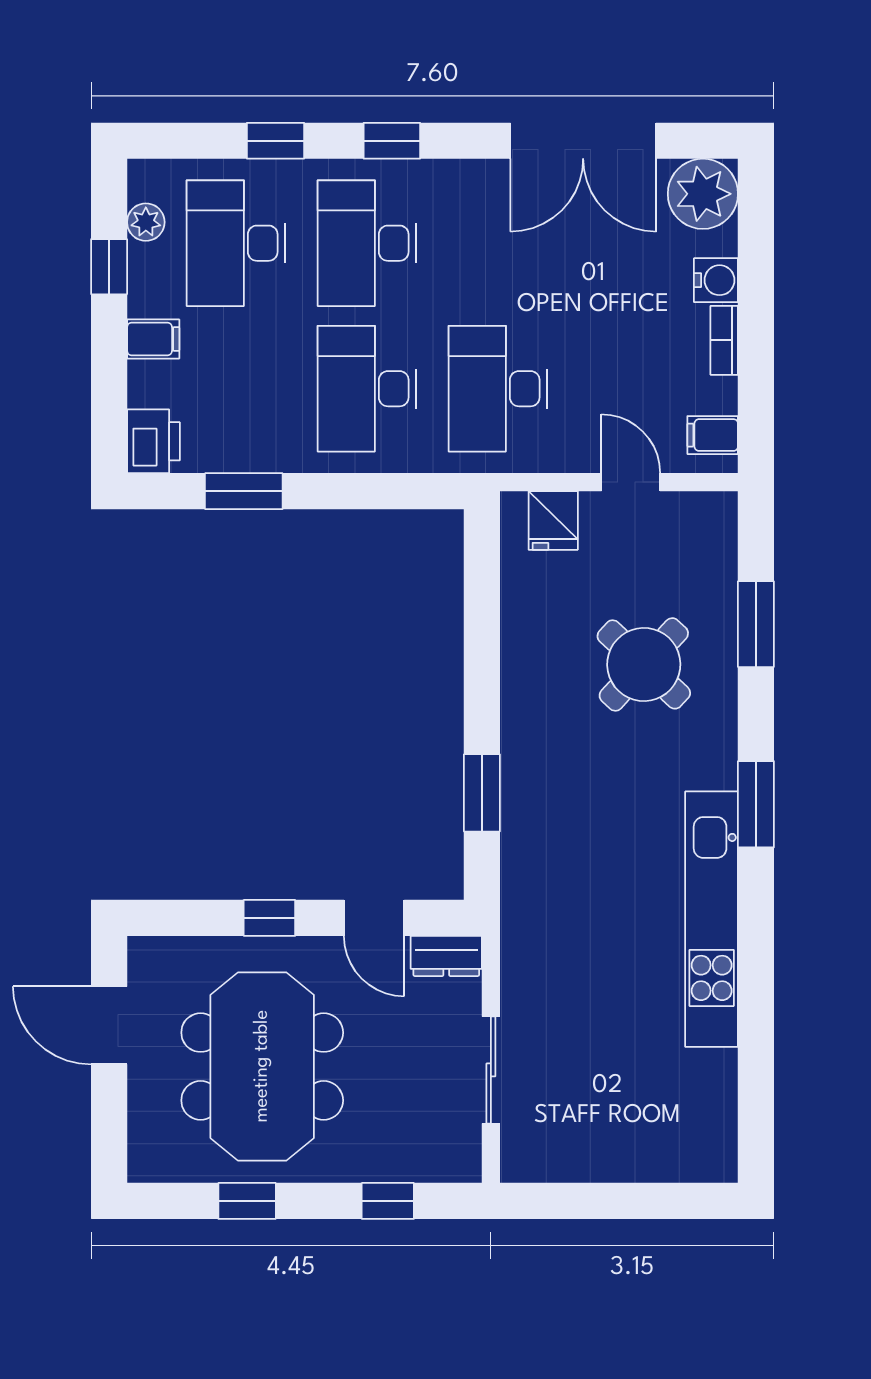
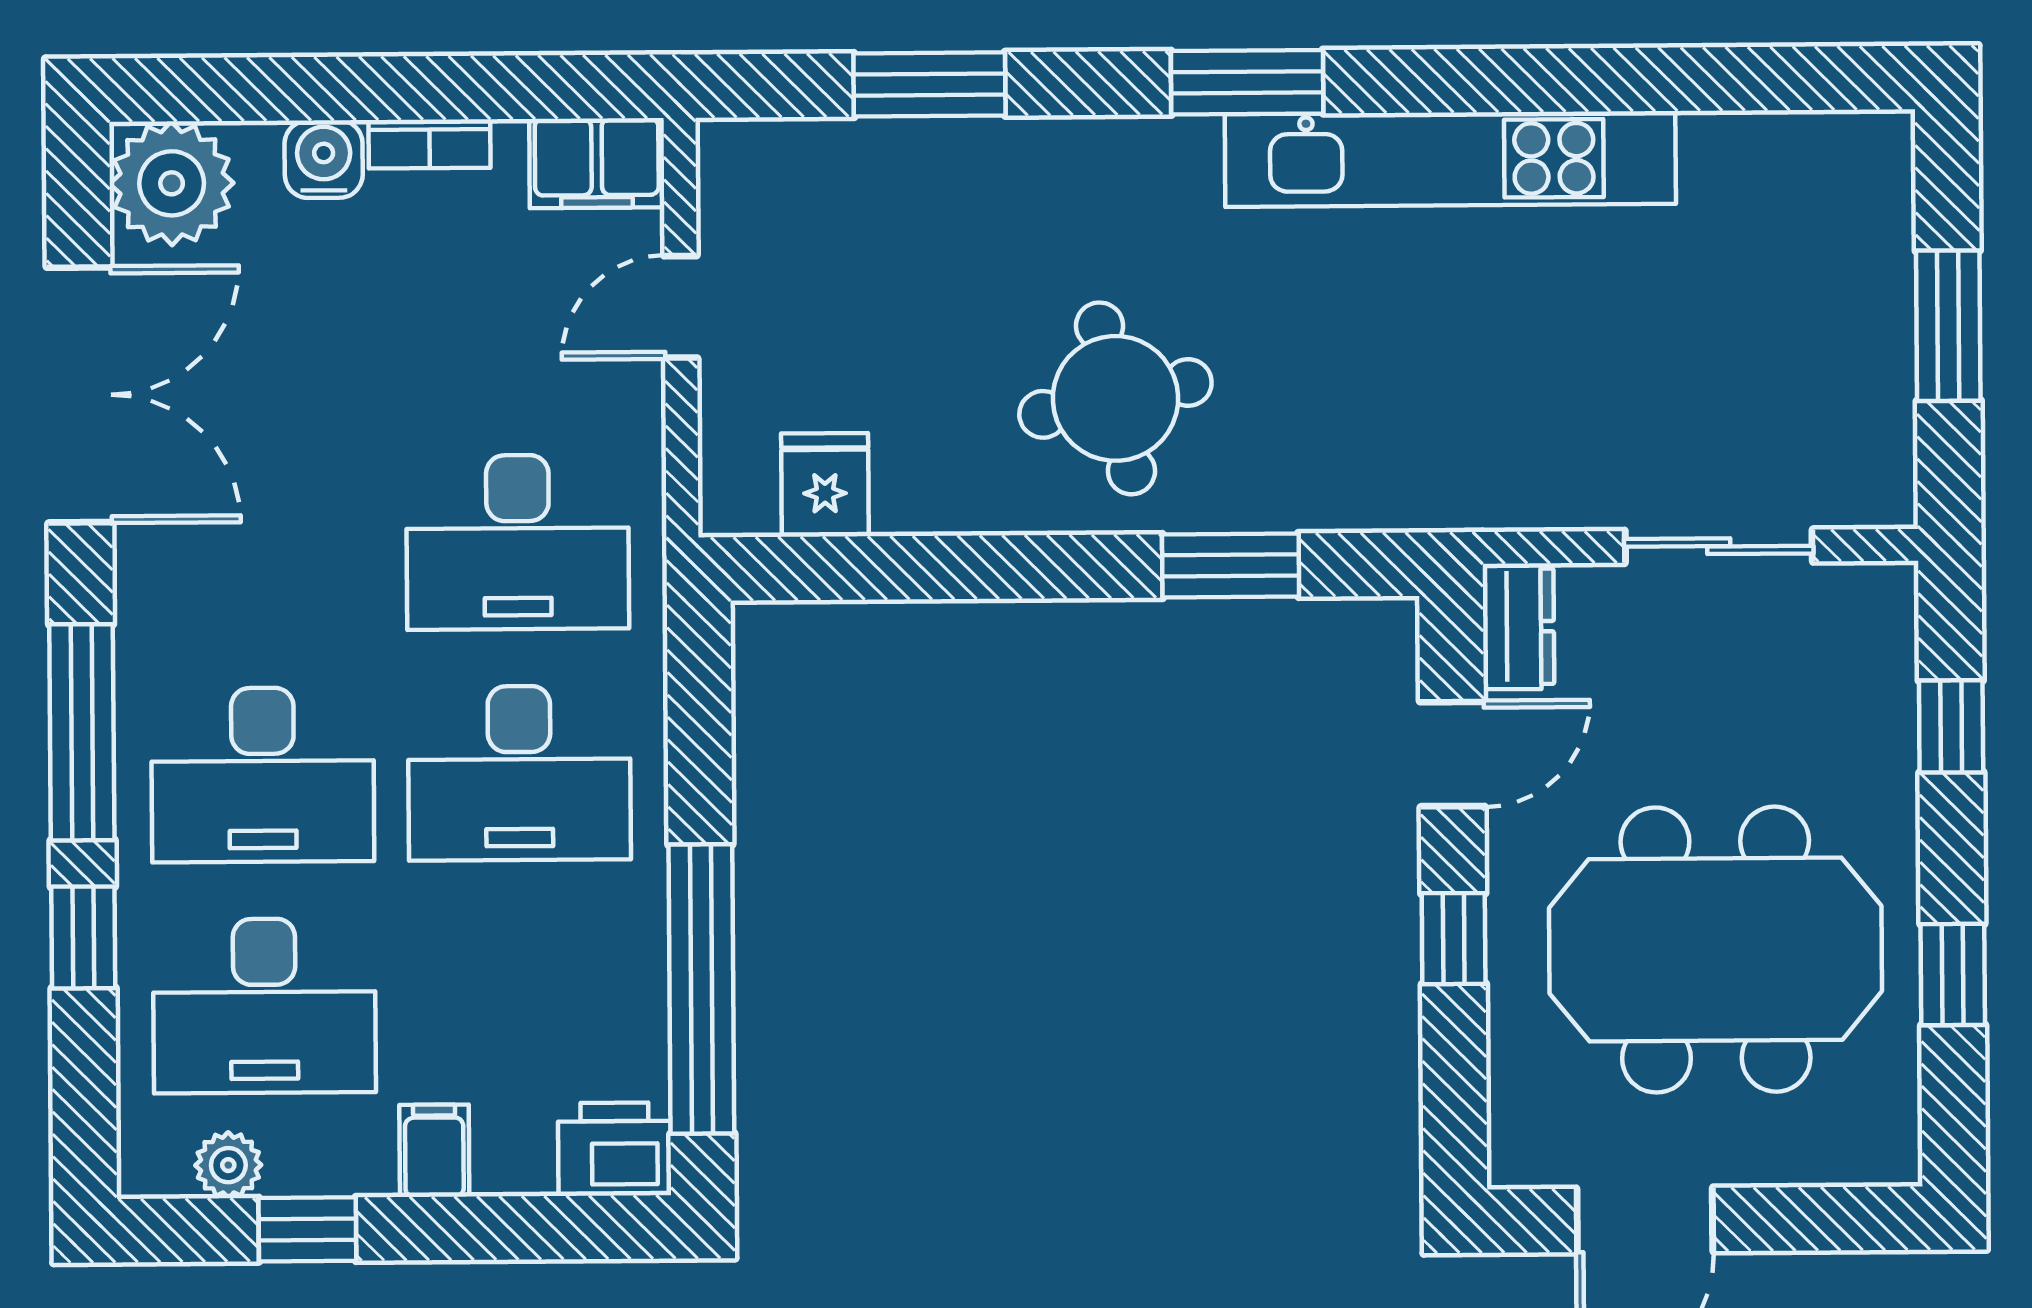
window: (392, 141) -> (82, 732), width x2.17
filing cabinet: (713, 435) -> (597, 163), width x2.00
window: (244, 491) -> (701, 989), width x2.11
fridge: (553, 520) -> (825, 485), moved, turned -90
round table: (644, 664) -> (1115, 398), moved, turned 35
window: (615, 1201) -> (1948, 326), added

